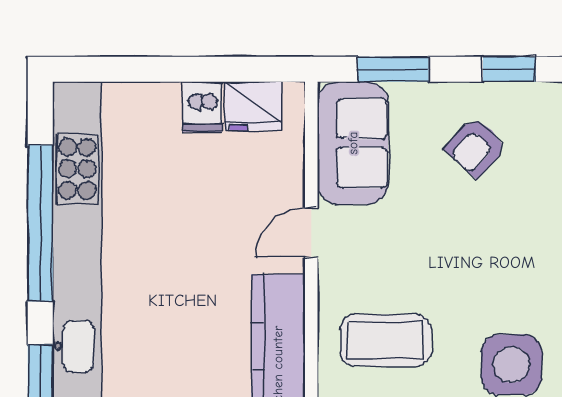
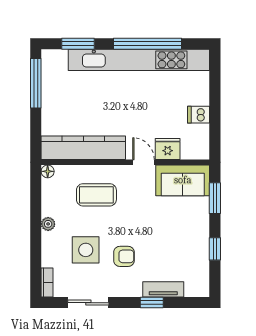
fridge: (253, 106) -> (168, 149), moved, turned 90
armchair: (476, 147) -> (124, 256), moved, turned 137
coffee table: (386, 340) -> (96, 195), turned 90

